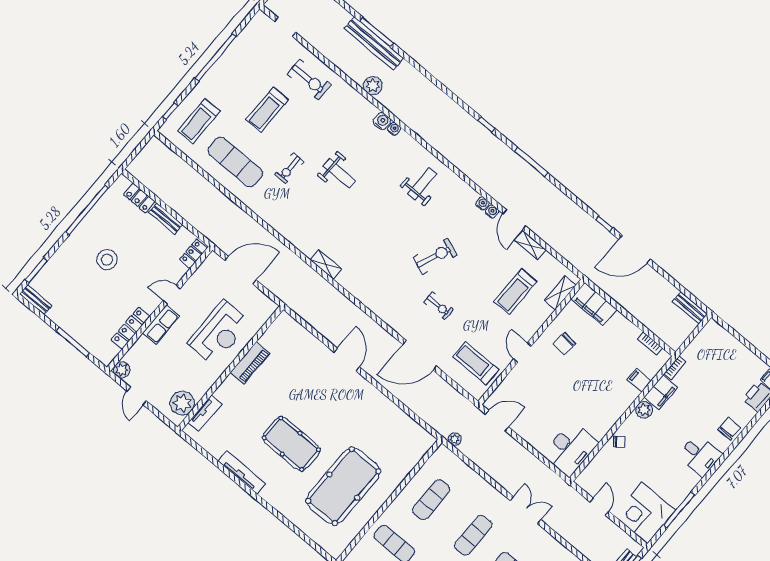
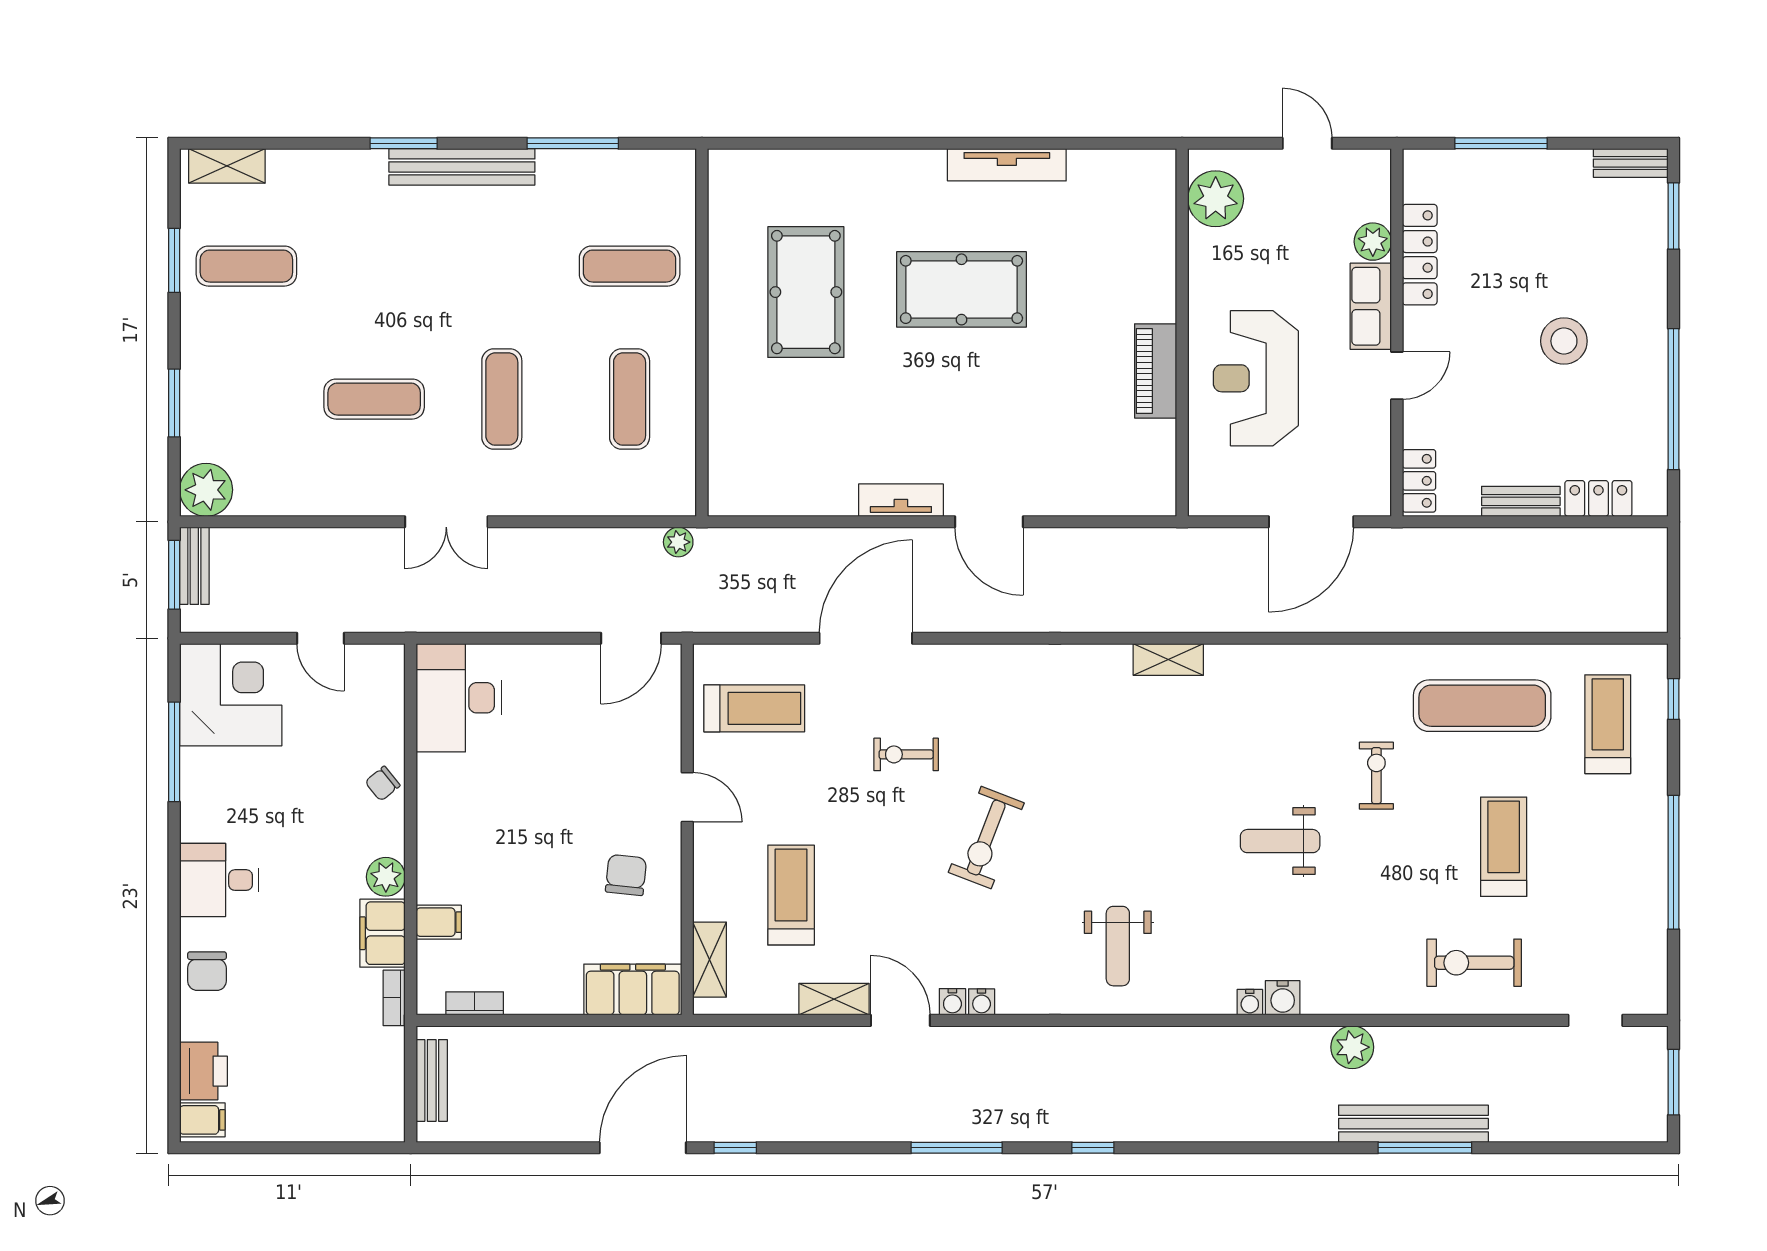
bench: (690, 308) -> (432, 1080), moved, turned 90
plant: (122, 370) -> (1373, 242), moved
tv unit: (205, 413) -> (901, 500), moved, turned 90
pool table: (343, 486) -> (806, 292), width x0.73, depth x0.76

